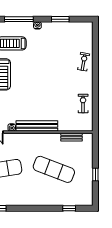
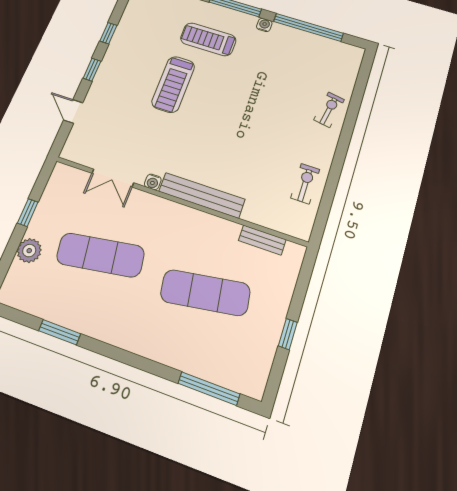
window: (60, 19) -> (308, 27), width x2.11
exercise mat: (54, 169) -> (205, 293), turned -30
window: (69, 208) -> (209, 389), width x2.17

